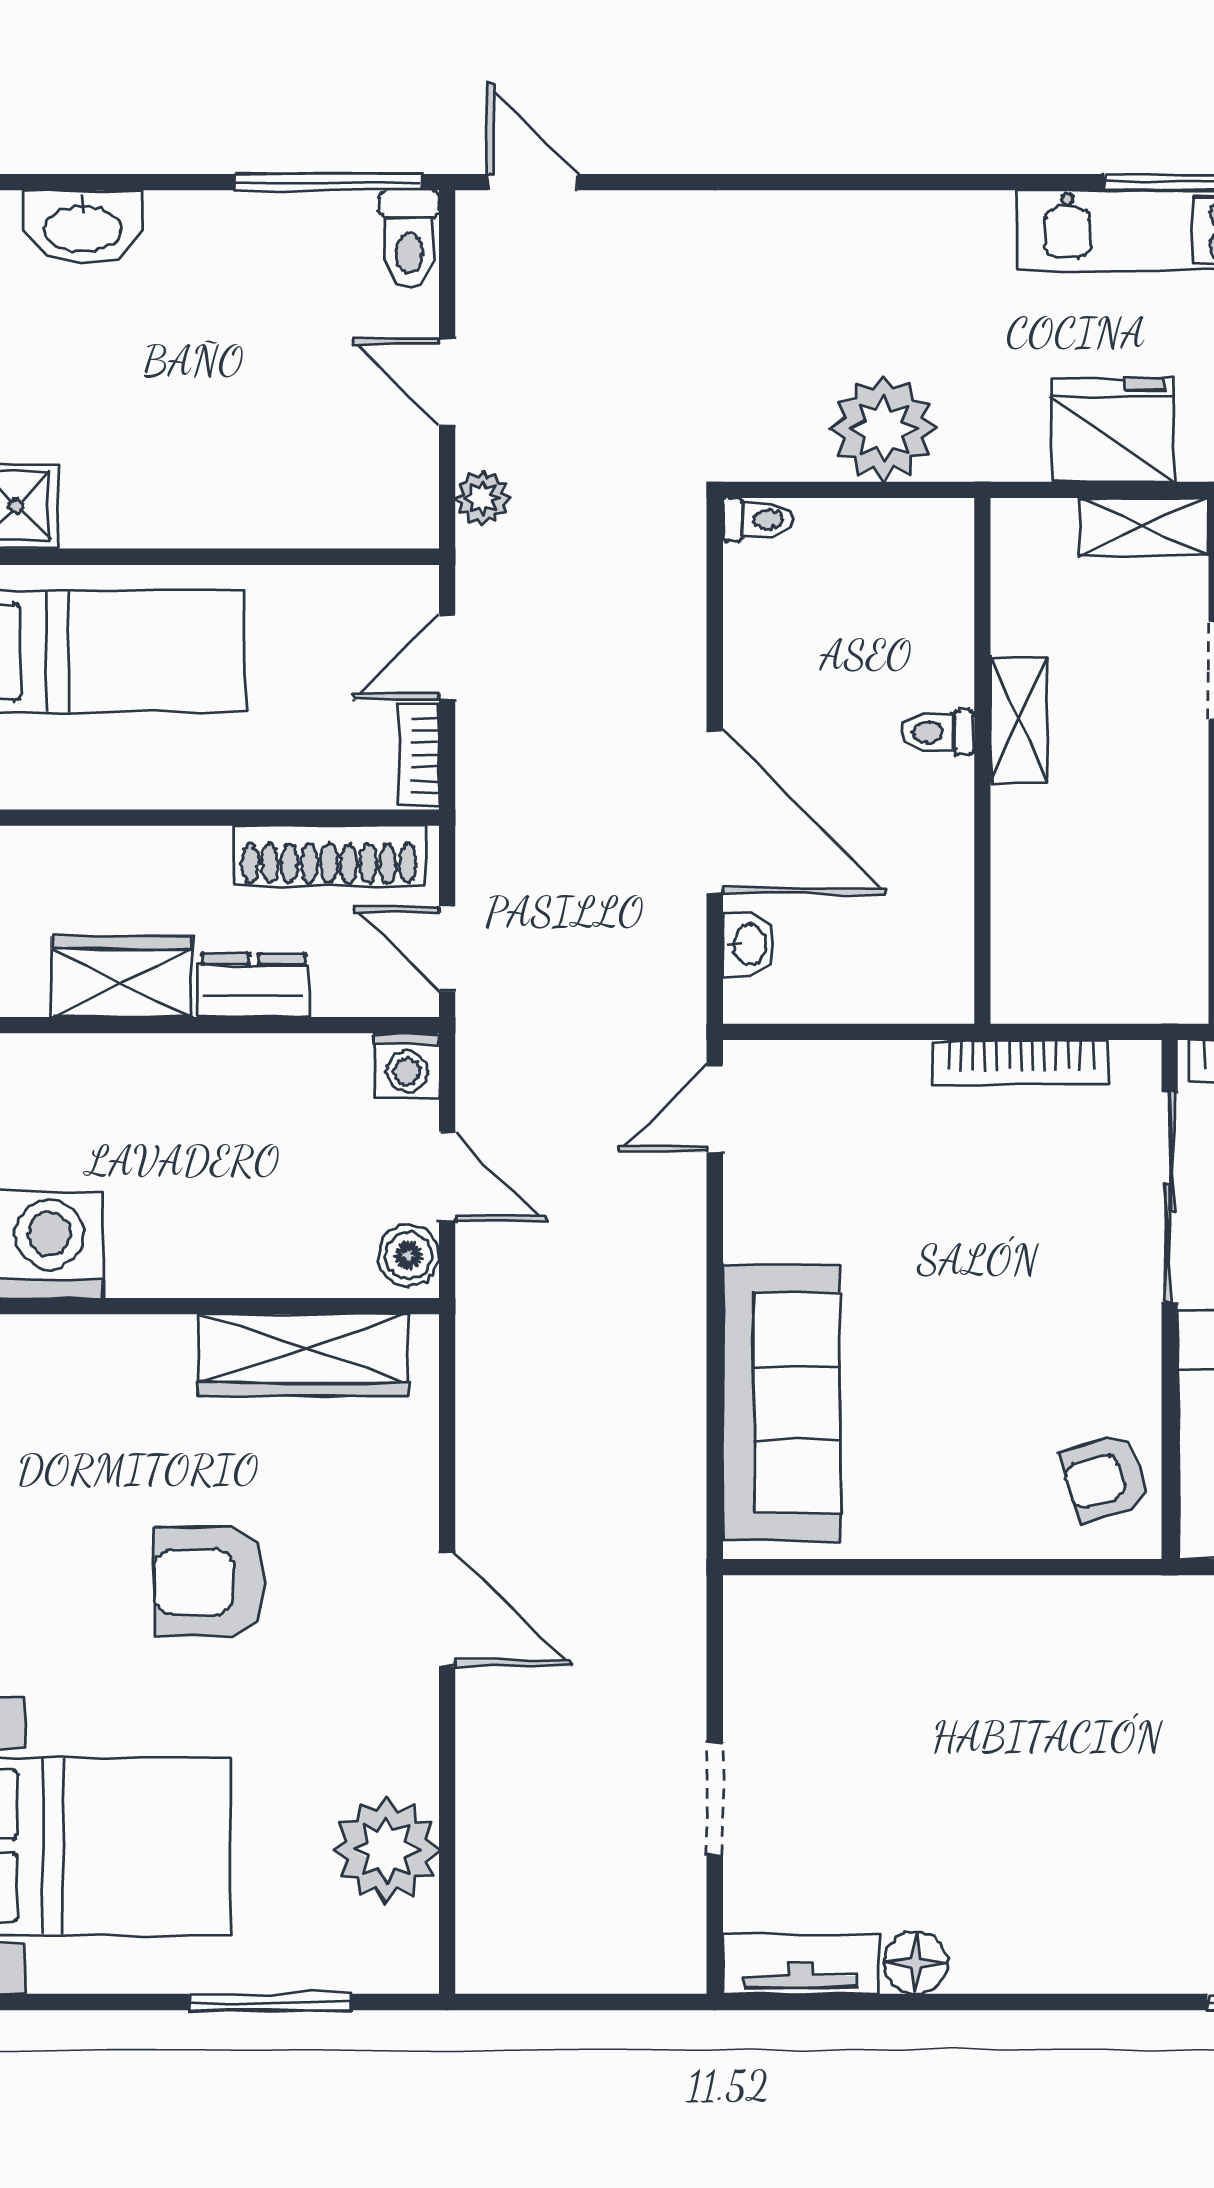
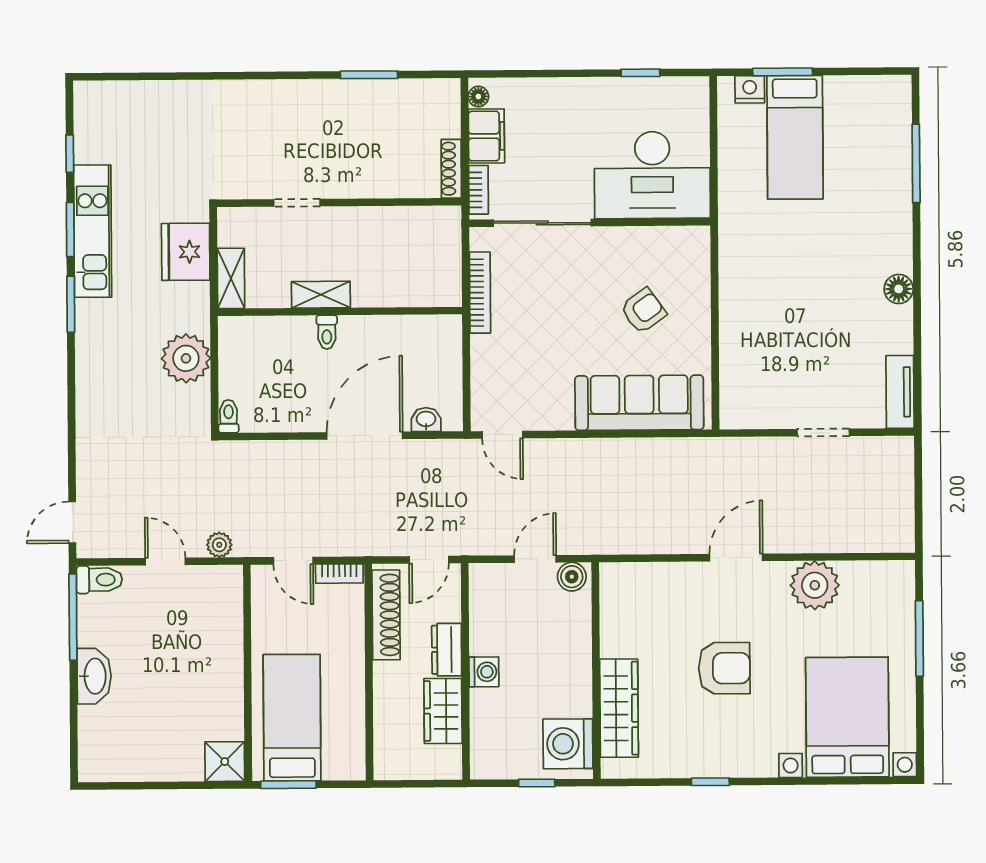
window: (1002, 182) -> (71, 304), added
washbasin: (82, 227) -> (94, 676), moved
door: (447, 381) -> (165, 562), swing flipped
shelving: (1144, 527) -> (231, 278), moved
washing machine: (407, 1065) -> (484, 672), moved
wardrobe: (304, 1355) -> (619, 708), moved
armchair: (1105, 1478) -> (643, 311), moved, turned -108
armchair: (209, 1582) -> (724, 668), turned -90
plant: (386, 1850) -> (815, 585), moved
floor lamp: (916, 1963) -> (899, 289), moved

